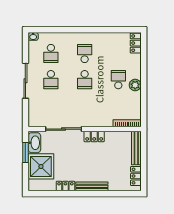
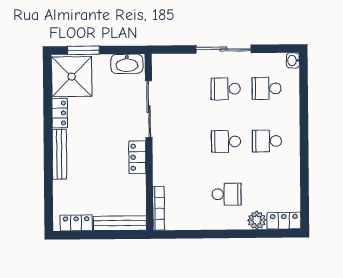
school desk: (85, 54) -> (267, 141), turned 180
plant: (135, 85) -> (257, 220), moved
window: (25, 153) -> (83, 50), moved
shower: (41, 166) -> (72, 77), moved

